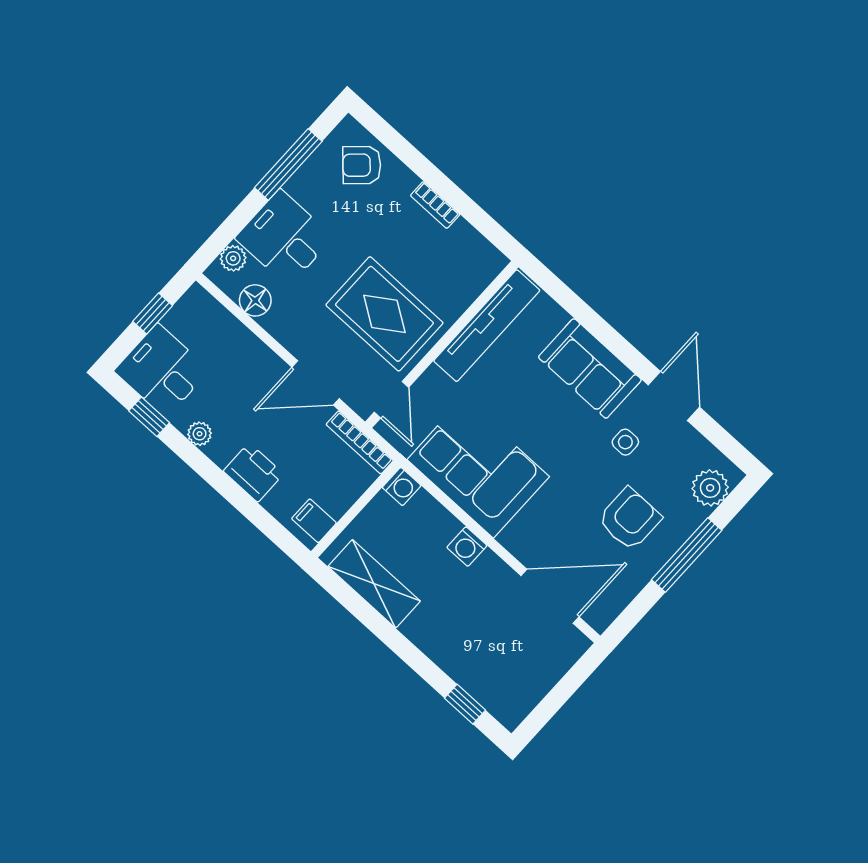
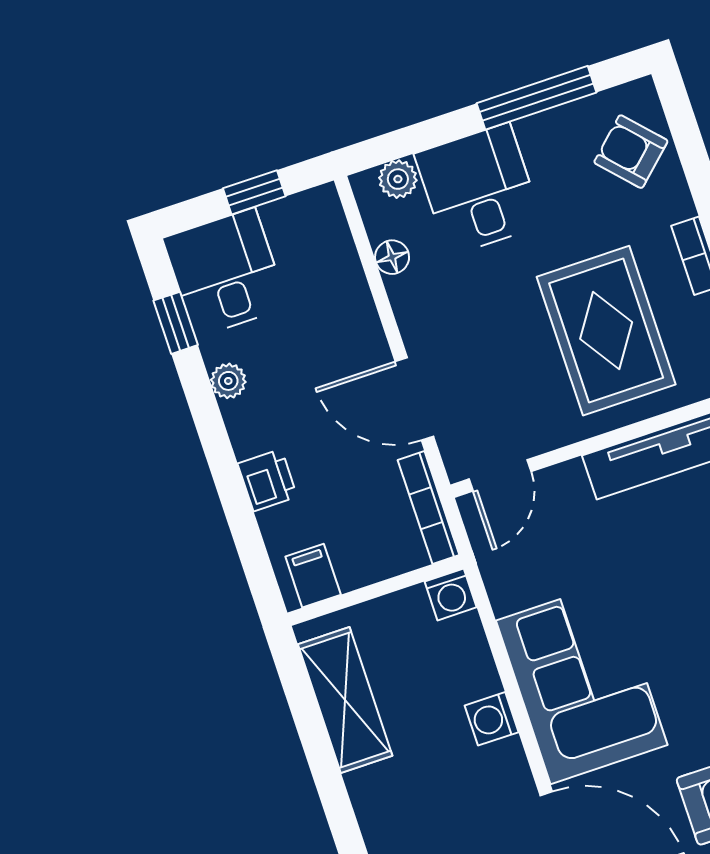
floor lamp: (255, 300) -> (392, 257), width x0.73, depth x0.73
rug: (384, 314) -> (606, 331), moved
corner sofa: (478, 468) -> (582, 683), moved
printer: (253, 472) -> (267, 480), width x0.73, depth x0.81

